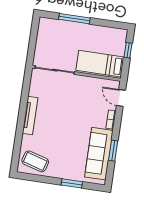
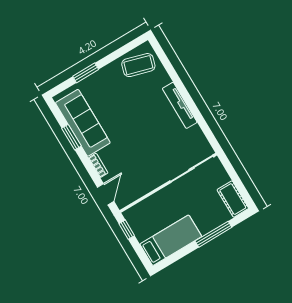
cot: (45, 30) -> (233, 199), added
window: (128, 50) -> (127, 230), moved
bed: (100, 64) -> (171, 240), moved
door: (121, 98) -> (106, 194), hinge flipped

